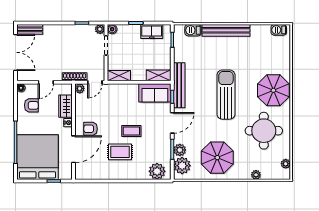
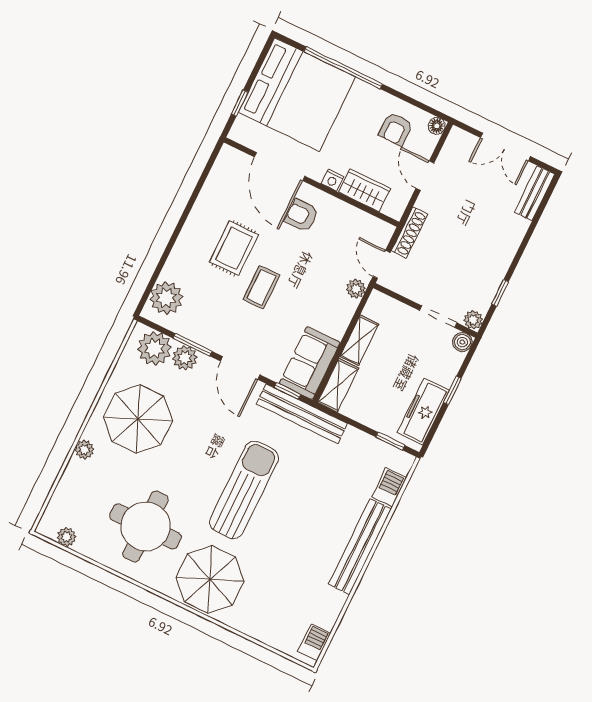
freezer: (152, 31) -> (423, 411), width x1.40
double door: (15, 52) -> (505, 147), width x0.73
shelving: (119, 76) -> (359, 340), moved
plant: (80, 88) -> (356, 289), moved
sun lounger: (226, 95) -> (244, 490), turned -90
armchair: (91, 129) -> (302, 215), turned -90
plant: (256, 175) -> (84, 450), moved

